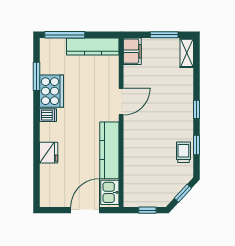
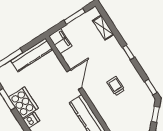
shelving: (187, 53) -> (103, 28), moved
window: (197, 145) -> (151, 87), moved
trolley: (183, 152) -> (116, 86), moved

